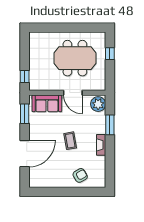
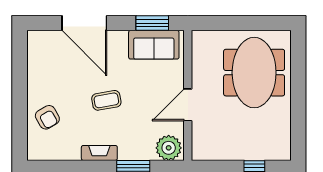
meeting table: (75, 58) -> (254, 73), moved
window: (25, 76) -> (215, 23), removed
sofa: (47, 103) -> (154, 45), moved, turned -90

